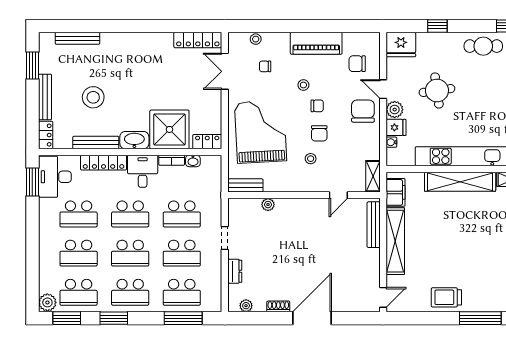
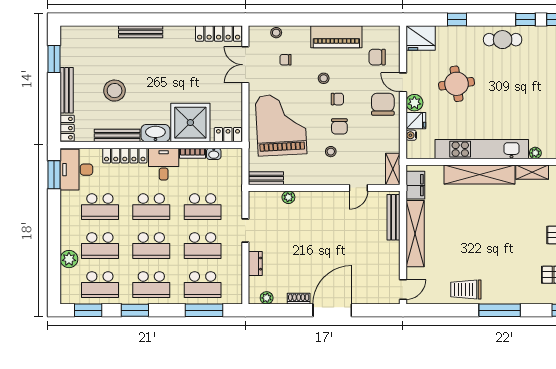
bench: (77, 38) -> (141, 32), moved
plant: (47, 302) -> (69, 259), moved

